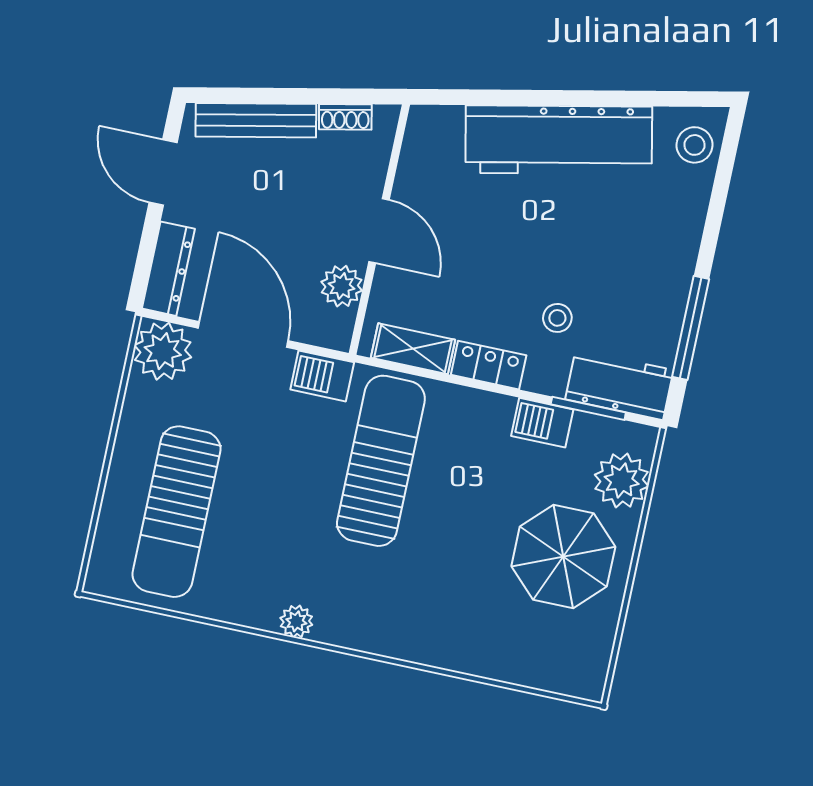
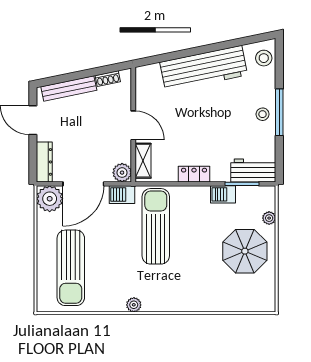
plant: (342, 286) -> (122, 173), moved
stool: (557, 318) -> (263, 114), moved
window: (691, 328) -> (279, 112), moved
door: (243, 334) -> (83, 184), swing flipped
shelving: (413, 349) -> (143, 161), moved, turned 90
plant: (622, 480) -> (269, 218), width x0.53, depth x0.53

